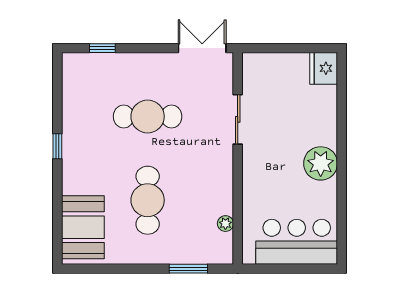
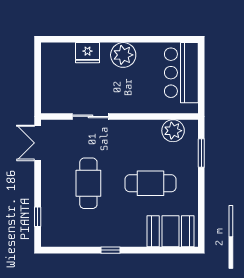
fridge: (324, 68) -> (87, 53), moved
plant: (225, 224) -> (173, 131), width x1.87, depth x1.87

